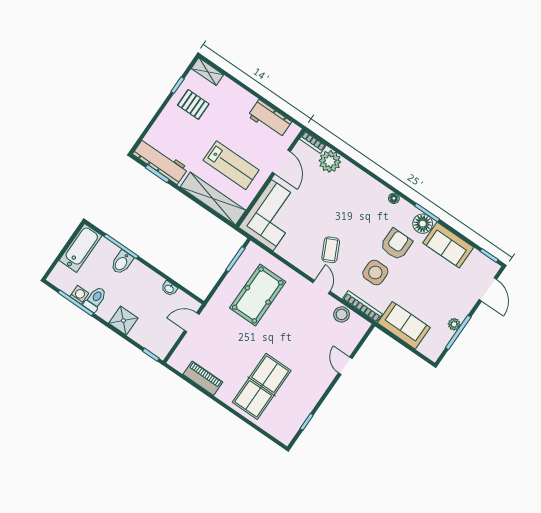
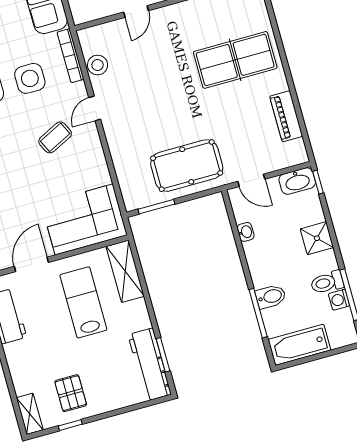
shelving: (213, 199) -> (125, 271), width x0.68
pool table: (258, 295) -> (187, 166), moved
washbasin: (164, 345) -> (297, 181), added

